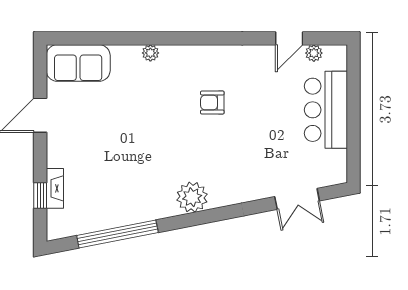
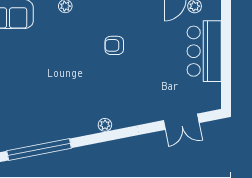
plant: (192, 197) -> (105, 125), width x0.53, depth x0.53

